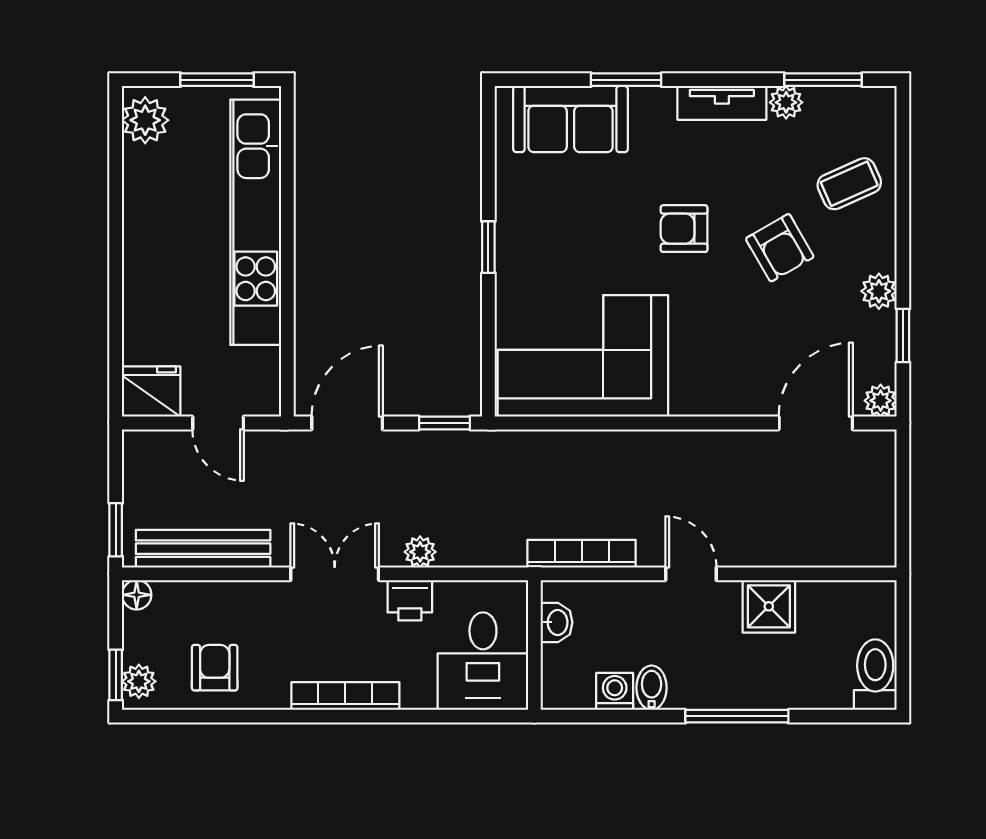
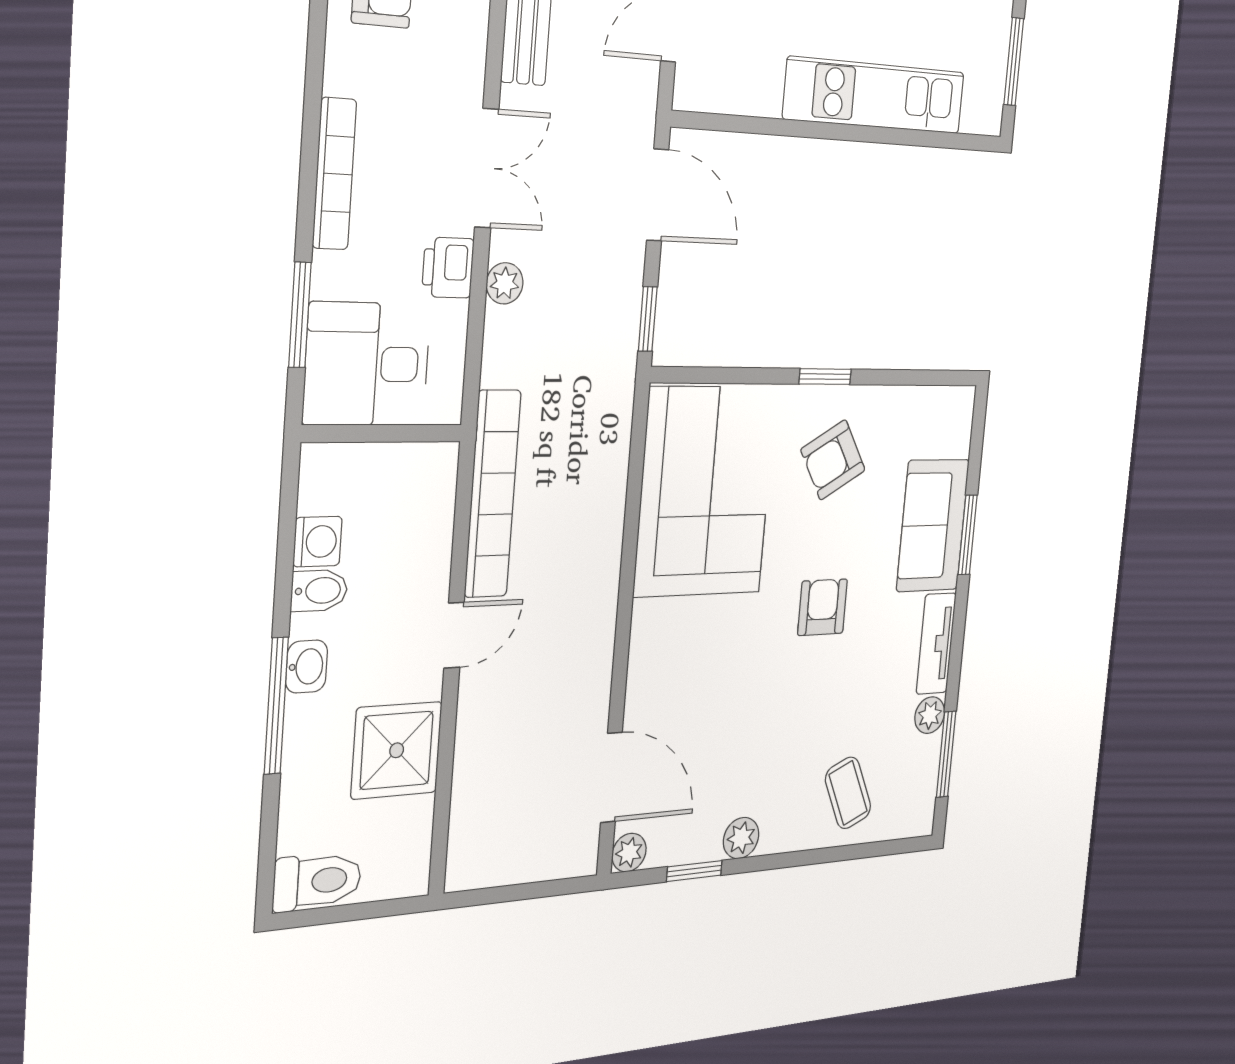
sofa: (570, 119) -> (933, 525), moved
kitchen unit: (256, 222) -> (875, 95), width x0.73
armchair: (780, 248) -> (833, 460), moved
bookcase: (582, 554) -> (493, 494), width x1.48, depth x1.31
shower: (769, 606) -> (397, 750), width x1.36, depth x1.36
washbasin: (557, 622) -> (307, 667), moved, turned -90
window: (448, 716) -> (300, 315), added

